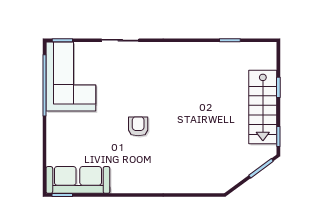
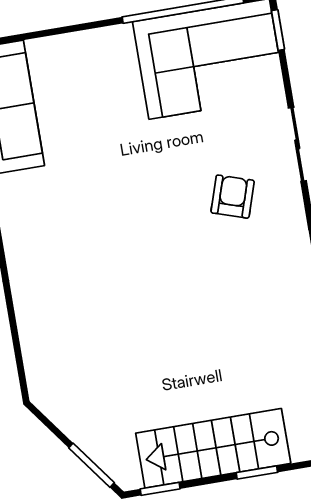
armchair: (138, 126) -> (233, 197), moved, turned -72

